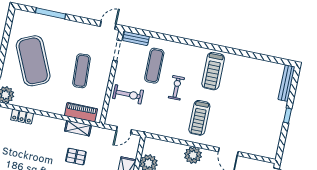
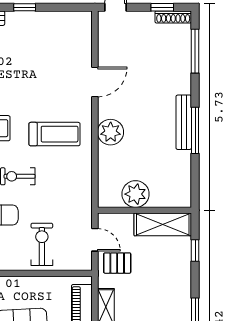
pallet: (76, 157) -> (117, 263), moved, turned 90

